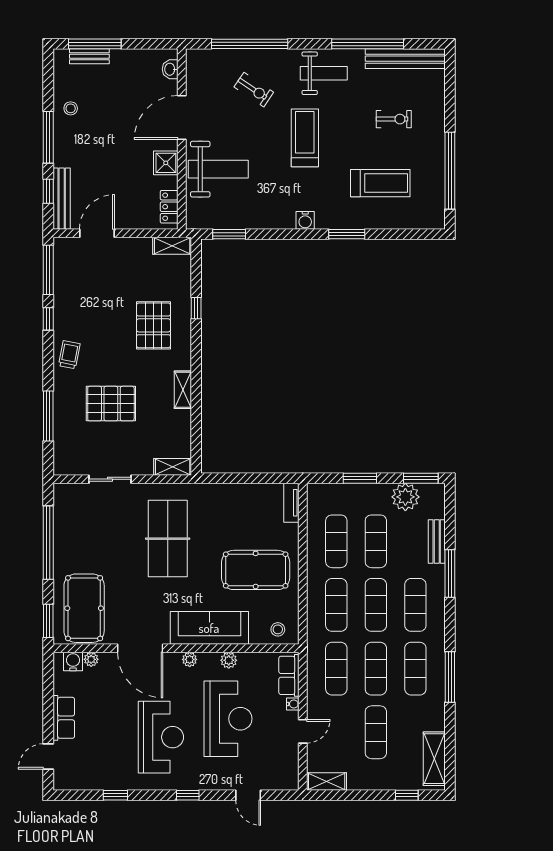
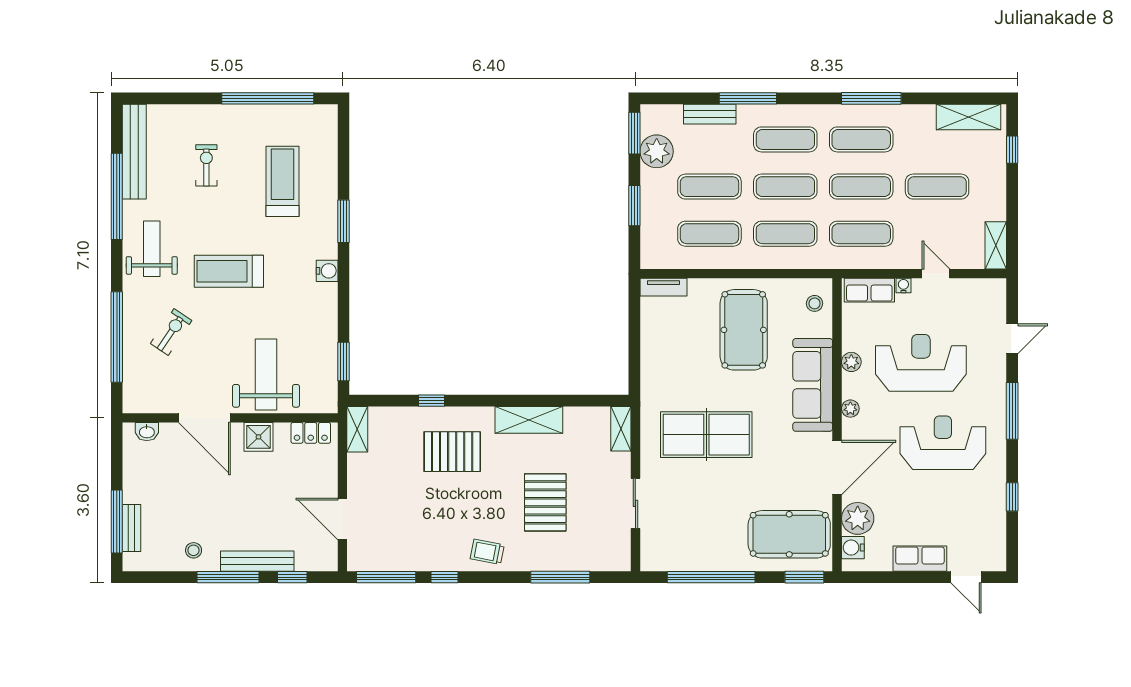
bench: (62, 199) -> (257, 561), moved
shelving: (183, 390) -> (529, 420), width x1.50, depth x1.33
plant: (91, 659) -> (858, 518), width x1.88, depth x1.88
window: (188, 795) -> (1012, 411), width x2.17

